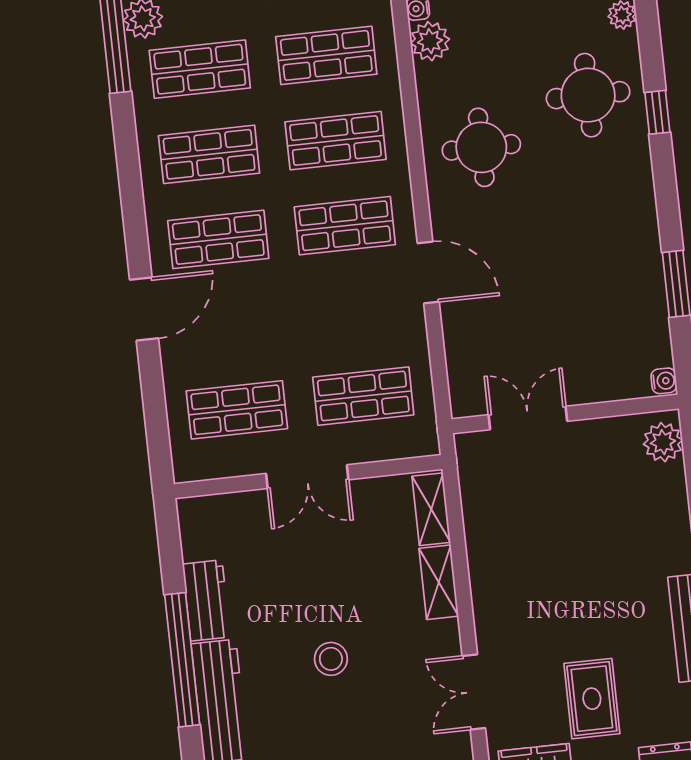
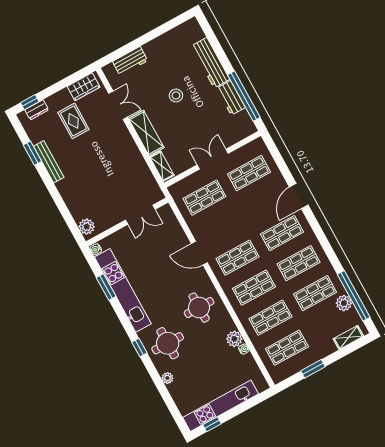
kitchen unit: (641, 260) -> (123, 290), added
shelving: (439, 582) -> (146, 133), width x1.50, depth x1.33
window: (182, 660) -> (244, 96), moved

